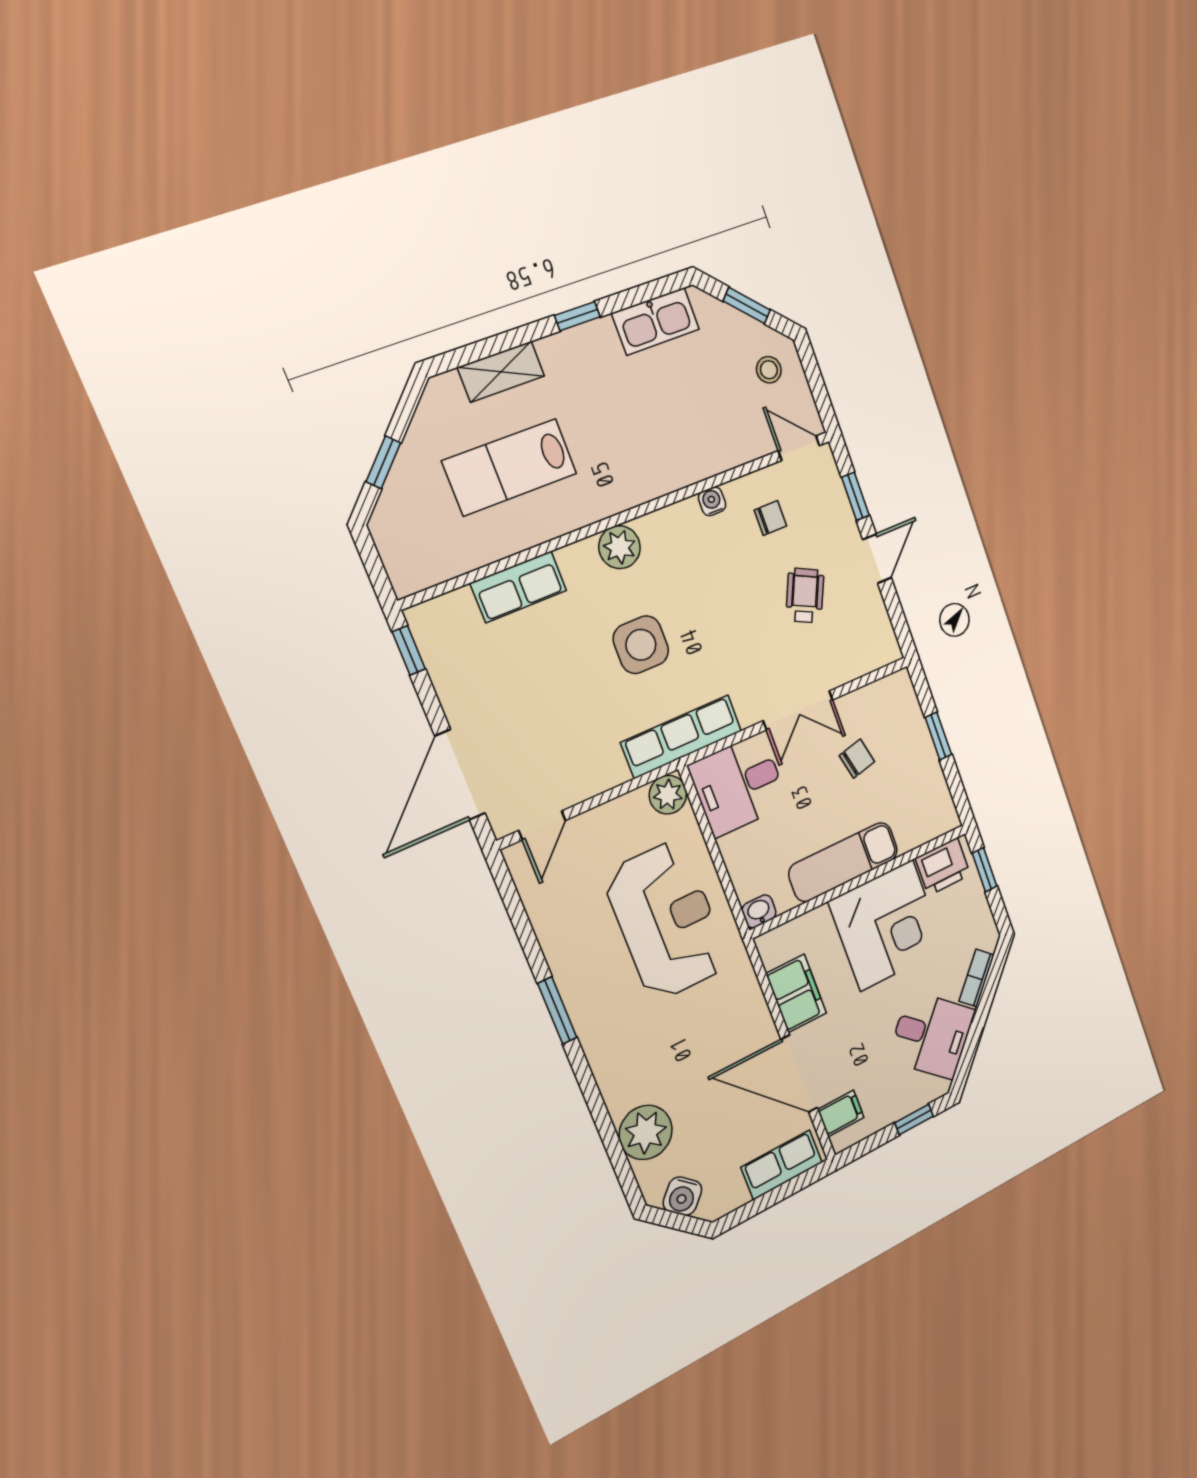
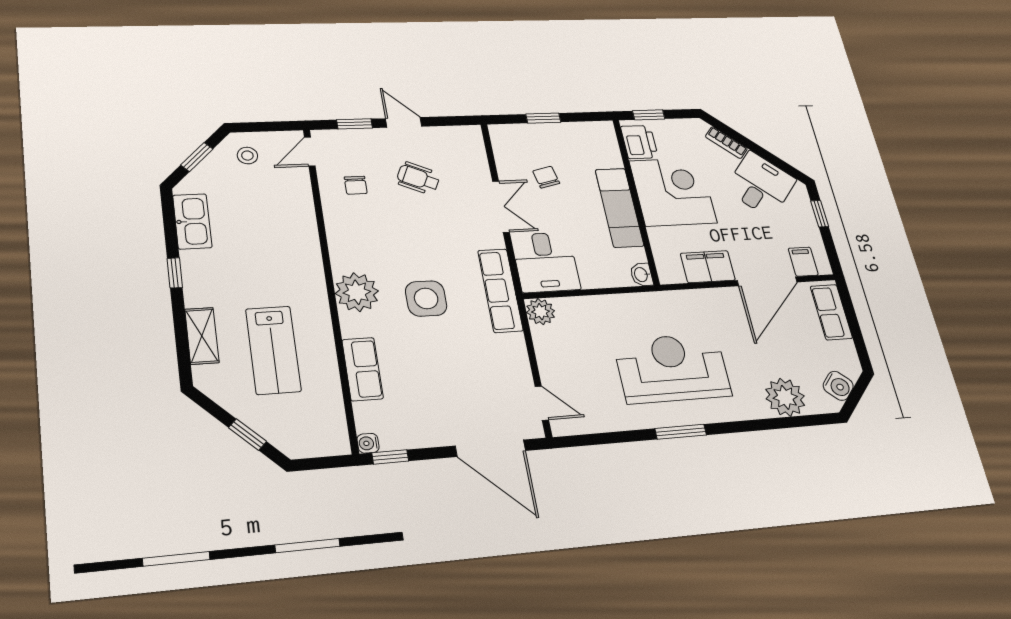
water cooler: (712, 501) -> (368, 443), moved
chair: (770, 518) -> (356, 185), turned 180
plant: (620, 547) -> (357, 292), width x1.36, depth x1.36
reception desk: (667, 921) -> (672, 368), moved

